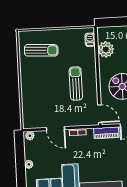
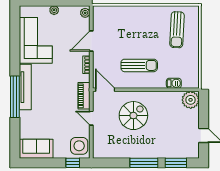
barbecue: (90, 40) -> (174, 83), moved
plant: (106, 49) -> (191, 100), moved
door: (100, 114) -> (105, 90), swing flipped

